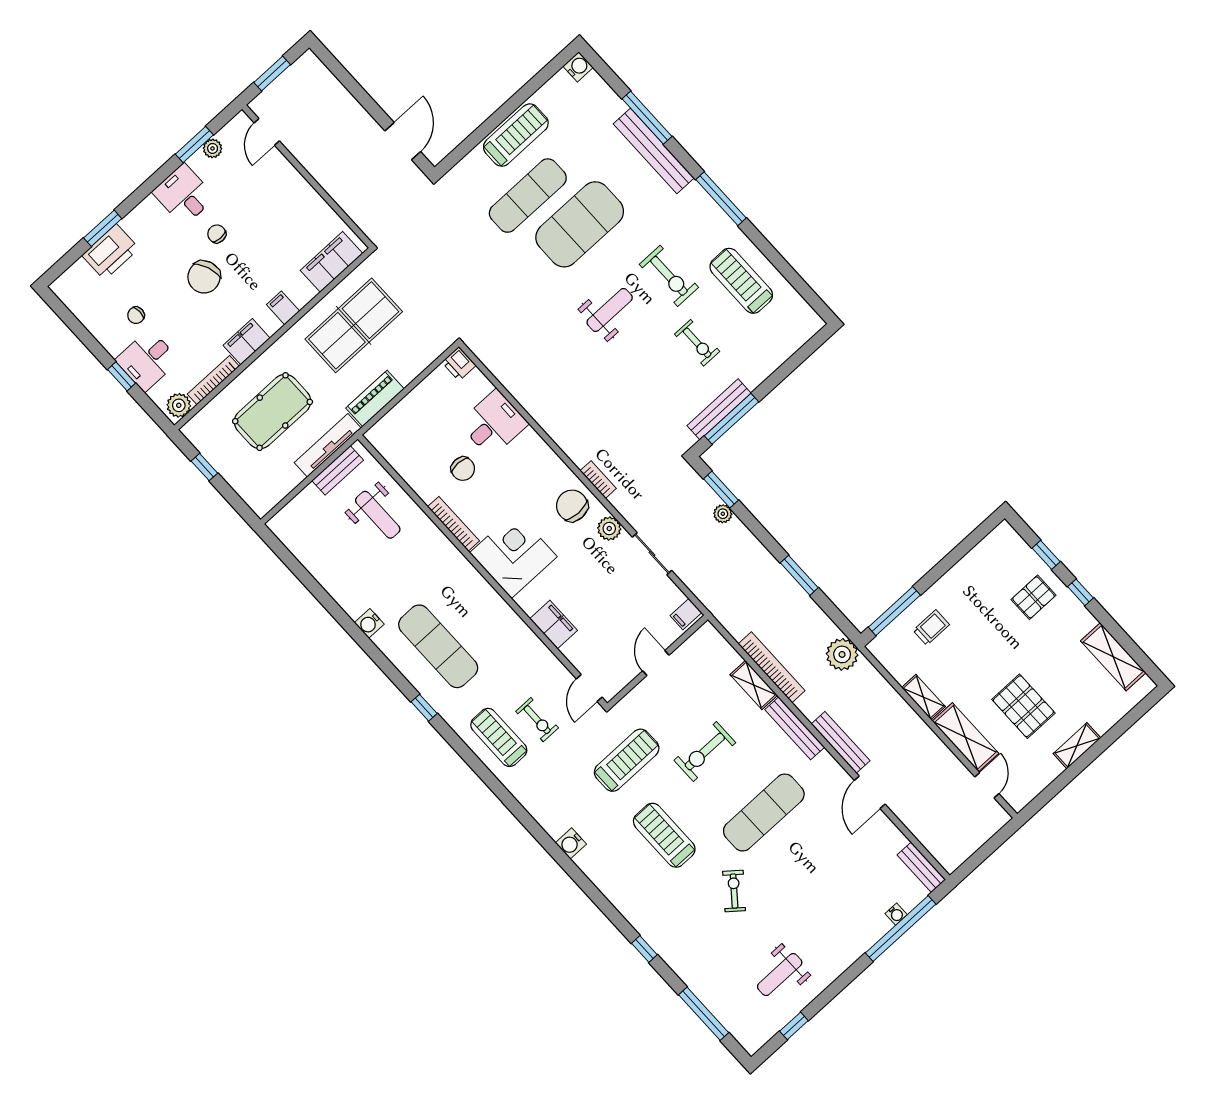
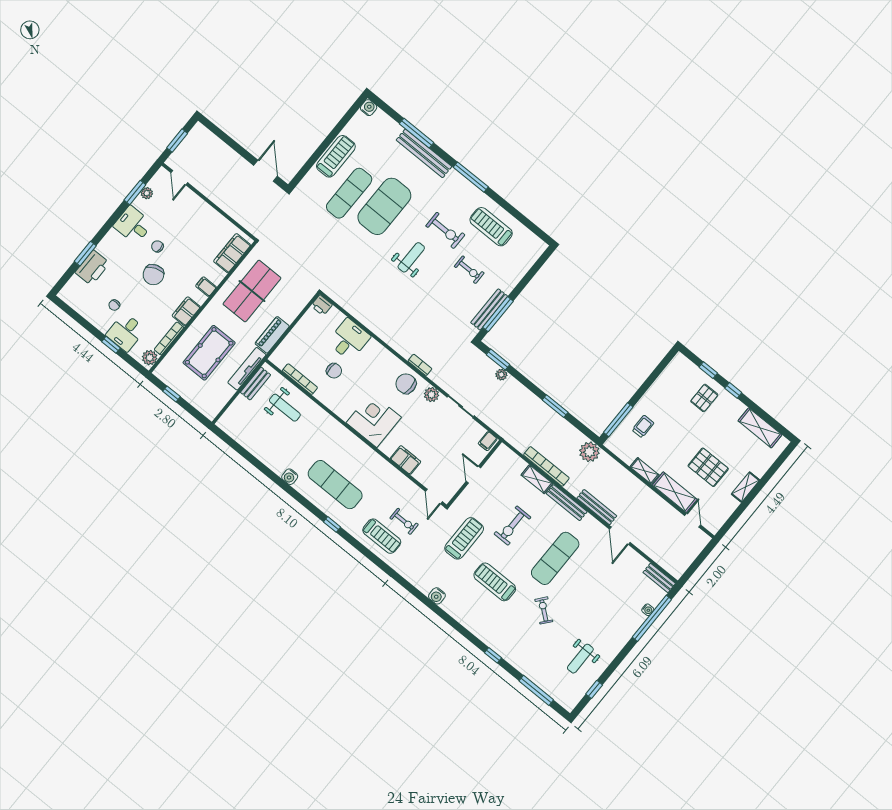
bookcase: (454, 524) -> (300, 379), moved
treadmill: (499, 737) -> (382, 536), turned 180

